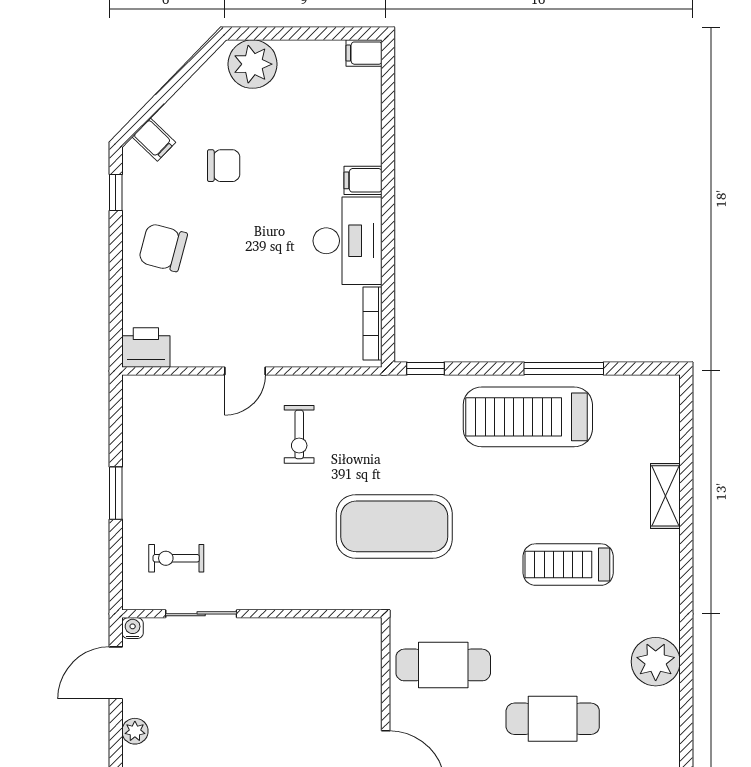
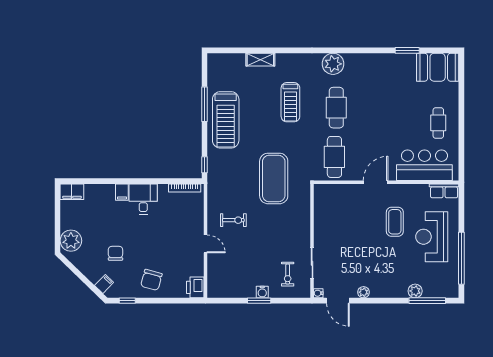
filing cabinet: (364, 53) -> (72, 192), width x2.00
desk: (348, 241) -> (143, 199), width x0.73
water cooler: (135, 500) -> (262, 292), added
cafe table: (553, 719) -> (336, 108), moved

